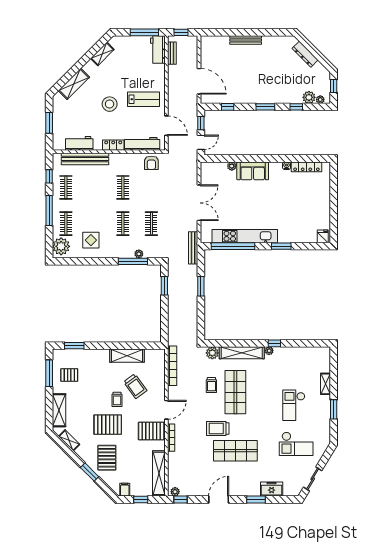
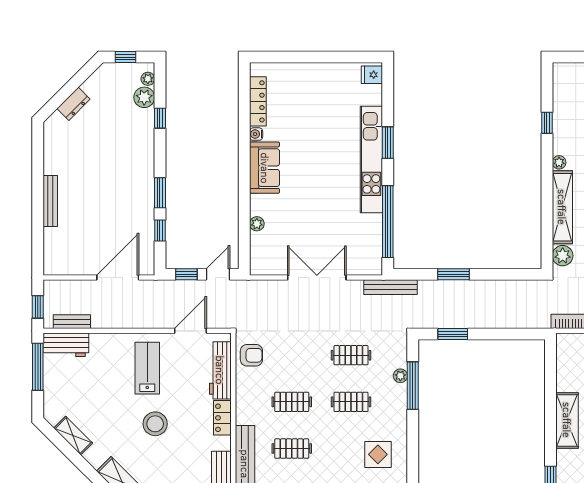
dresser: (305, 54) -> (73, 104), width x0.70
window: (265, 107) -> (160, 193), moved
door: (201, 142) -> (218, 274), hinge flipped
sofa: (253, 171) -> (265, 168), moved
clothes rail: (94, 187) -> (292, 449), added
kitchen unit: (245, 236) -> (371, 159), moved
window: (274, 343) -> (547, 123), moved
shelving: (127, 356) -> (567, 420), moved

